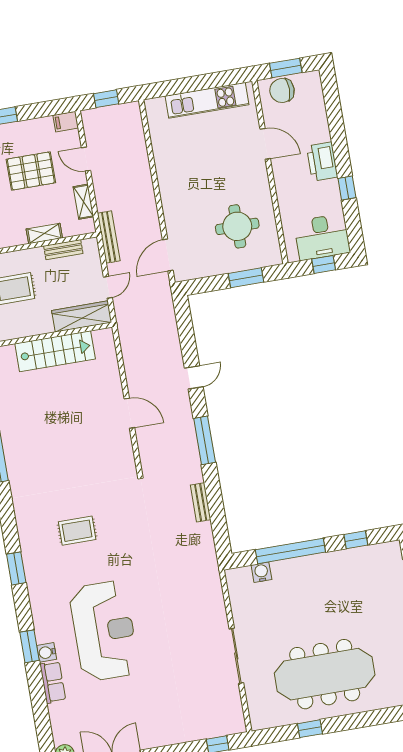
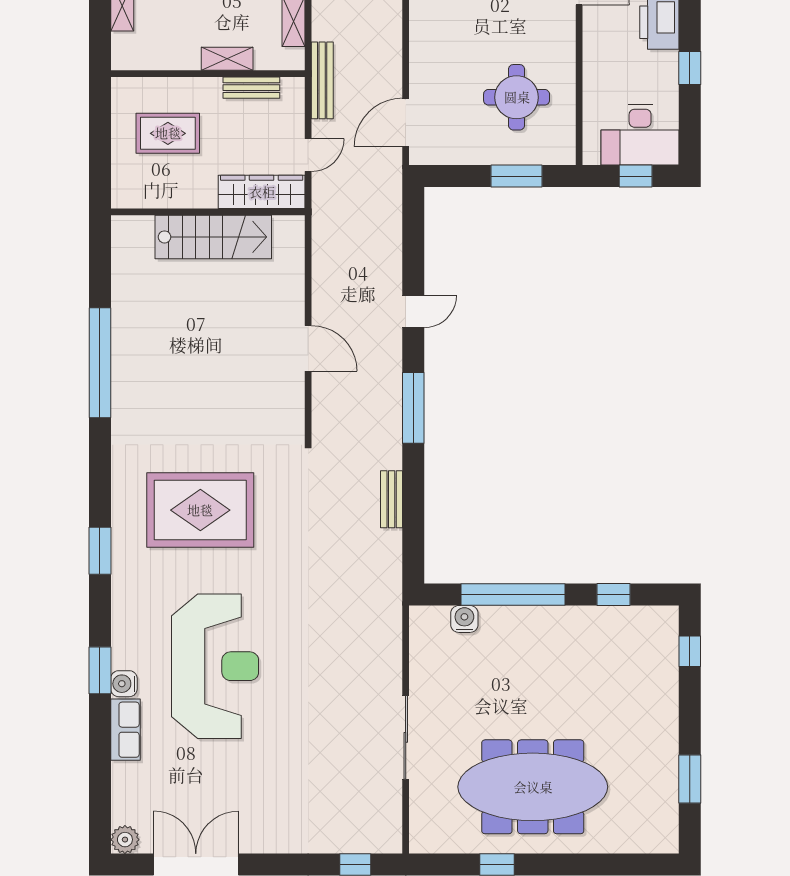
rug: (77, 531) -> (200, 510), width x1.86, depth x2.06

